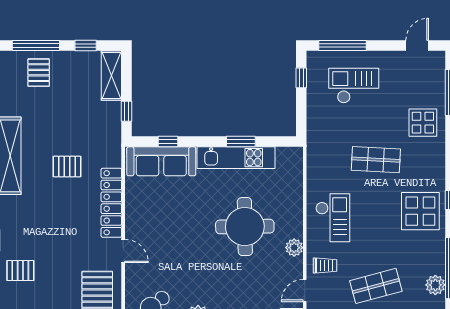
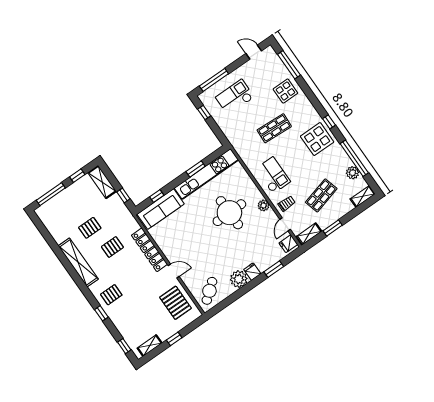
door: (417, 46) -> (254, 52), hinge flipped
pallet: (39, 73) -> (90, 228), moved, turned 90
kitchen unit: (236, 158) -> (206, 174), width x1.36
pallet: (20, 271) -> (111, 295), moved

